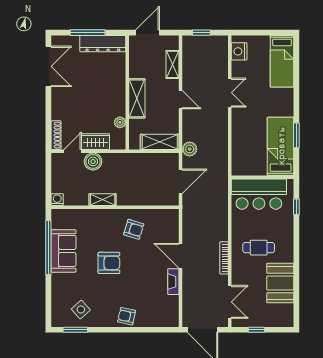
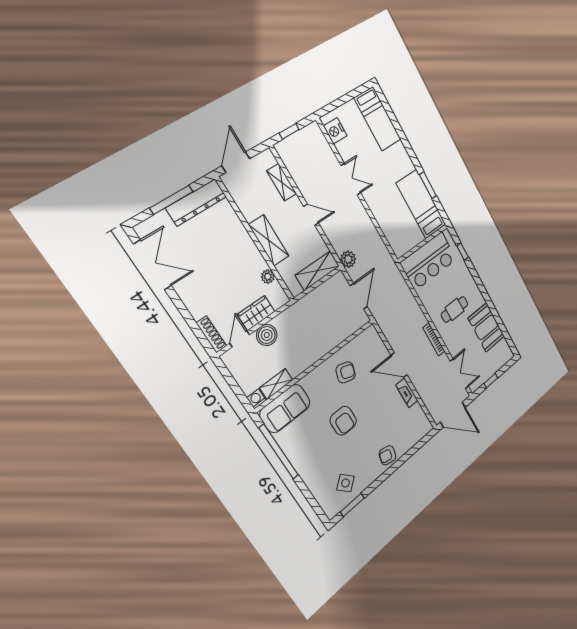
shelving: (103, 200) -> (276, 384), moved
sofa: (64, 251) -> (285, 408), moved, turned 90
armchair: (109, 263) -> (343, 421), turned 90

